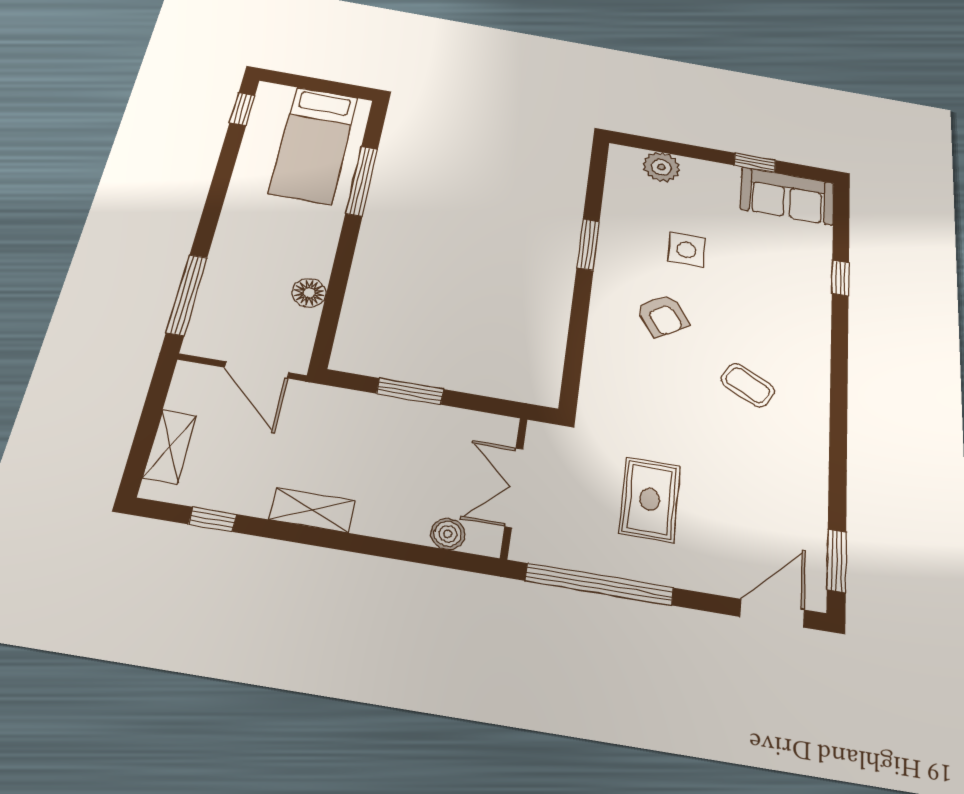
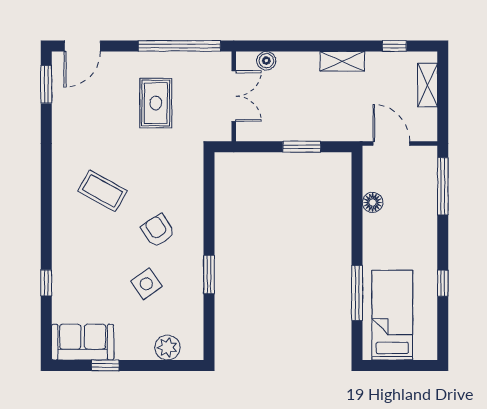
window: (242, 109) -> (443, 283), moved
side table: (686, 250) -> (146, 284), turned -35
coffee table: (748, 385) -> (102, 191), width x1.36, depth x1.30

